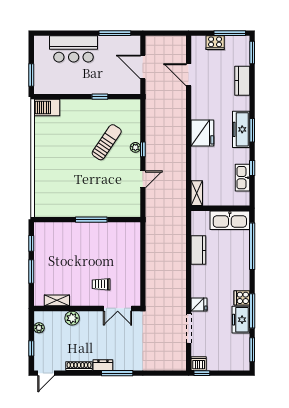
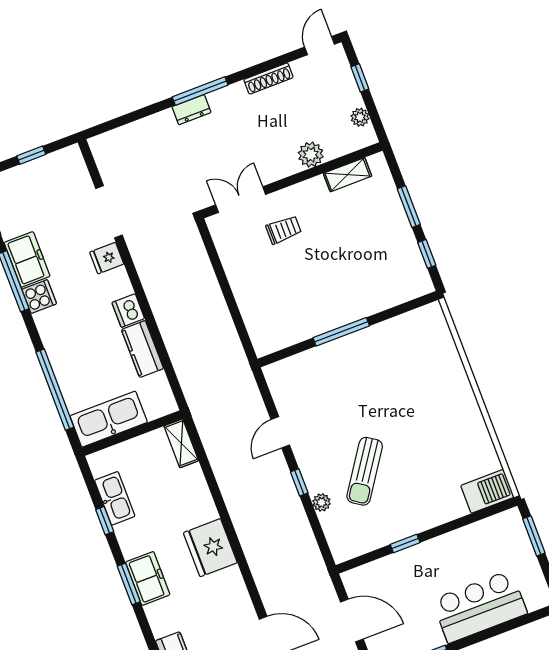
freezer: (241, 129) -> (148, 578), width x0.71
plant: (135, 147) -> (322, 502), moved
dishwasher: (199, 364) -> (128, 311), moved, turned 90
dresser: (103, 365) -> (191, 110), moved
window: (202, 373) -> (31, 155), moved

